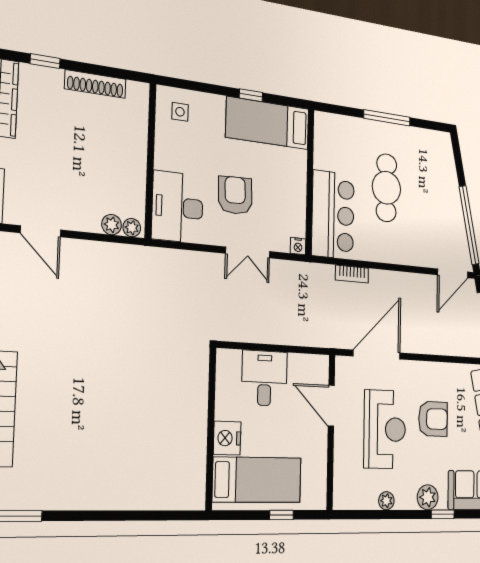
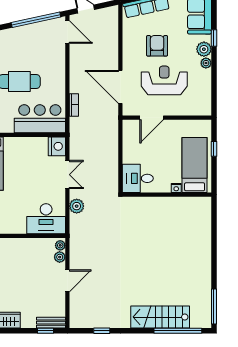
armchair: (235, 195) -> (35, 183), removed
door: (41, 231) -> (67, 281), moved
nightstand: (298, 246) -> (57, 146), width x1.89, depth x1.79
plant: (197, 264) -> (77, 206), added
desk: (264, 378) -> (138, 178), moved
nightstand: (227, 438) -> (176, 188), width x0.53, depth x0.56
plant: (386, 501) -> (206, 63), moved

